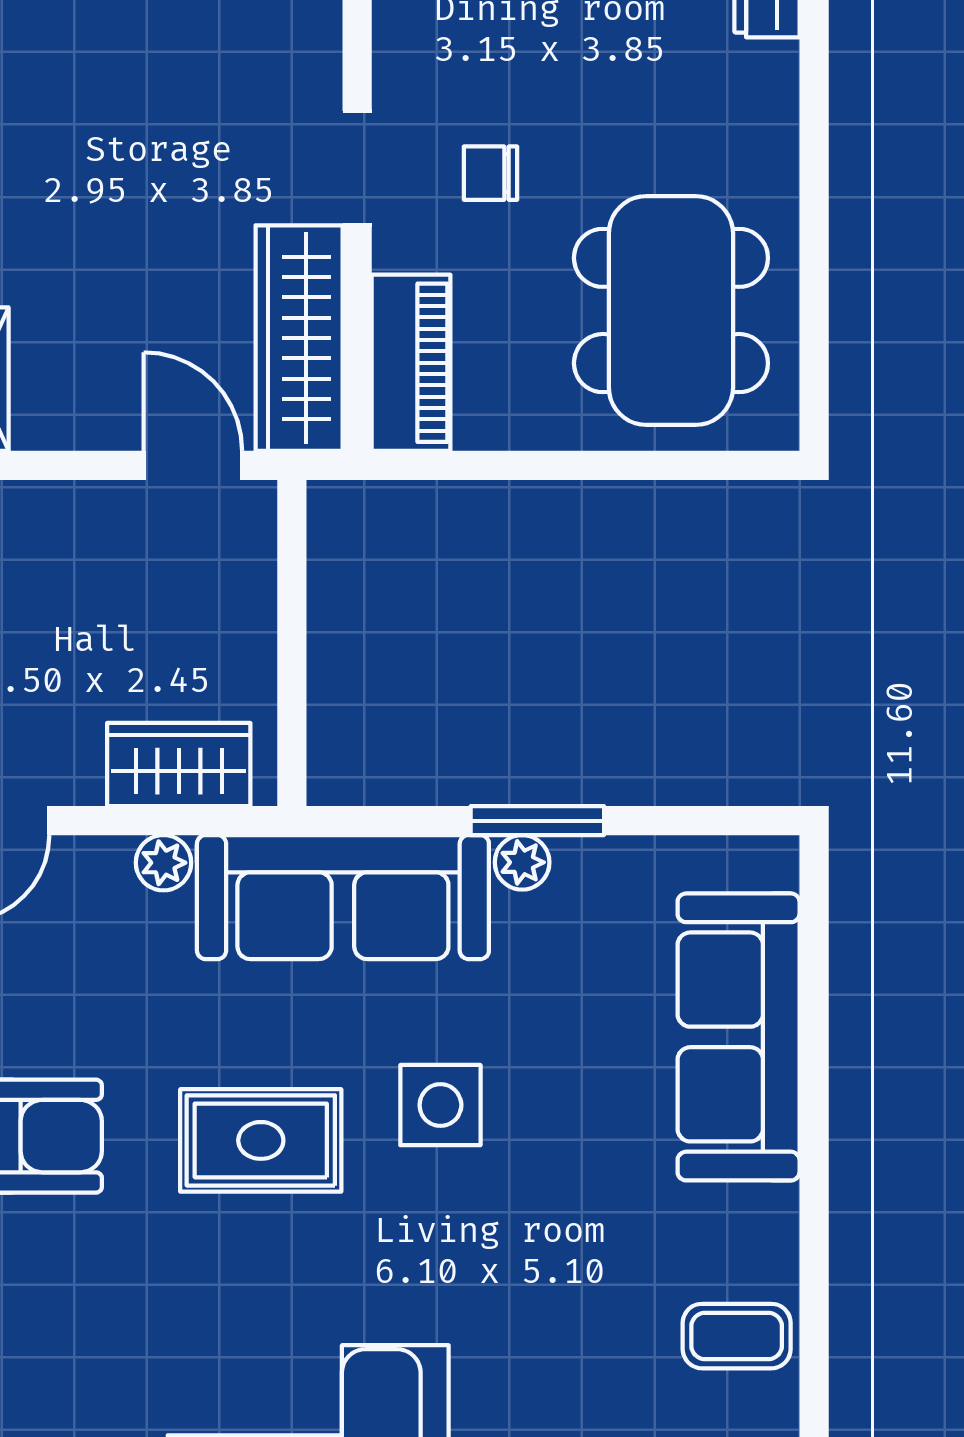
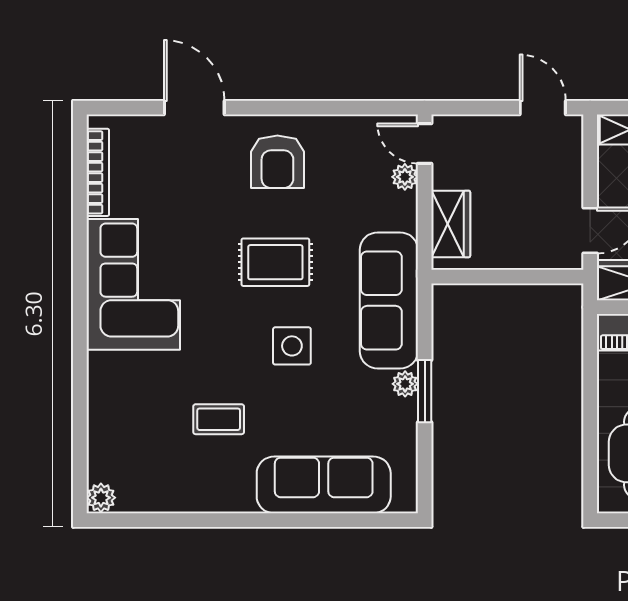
plant: (163, 863) -> (405, 177), moved
rug: (261, 1140) -> (275, 262), turned 90
coffee table: (737, 1336) -> (219, 419), moved, turned 90

